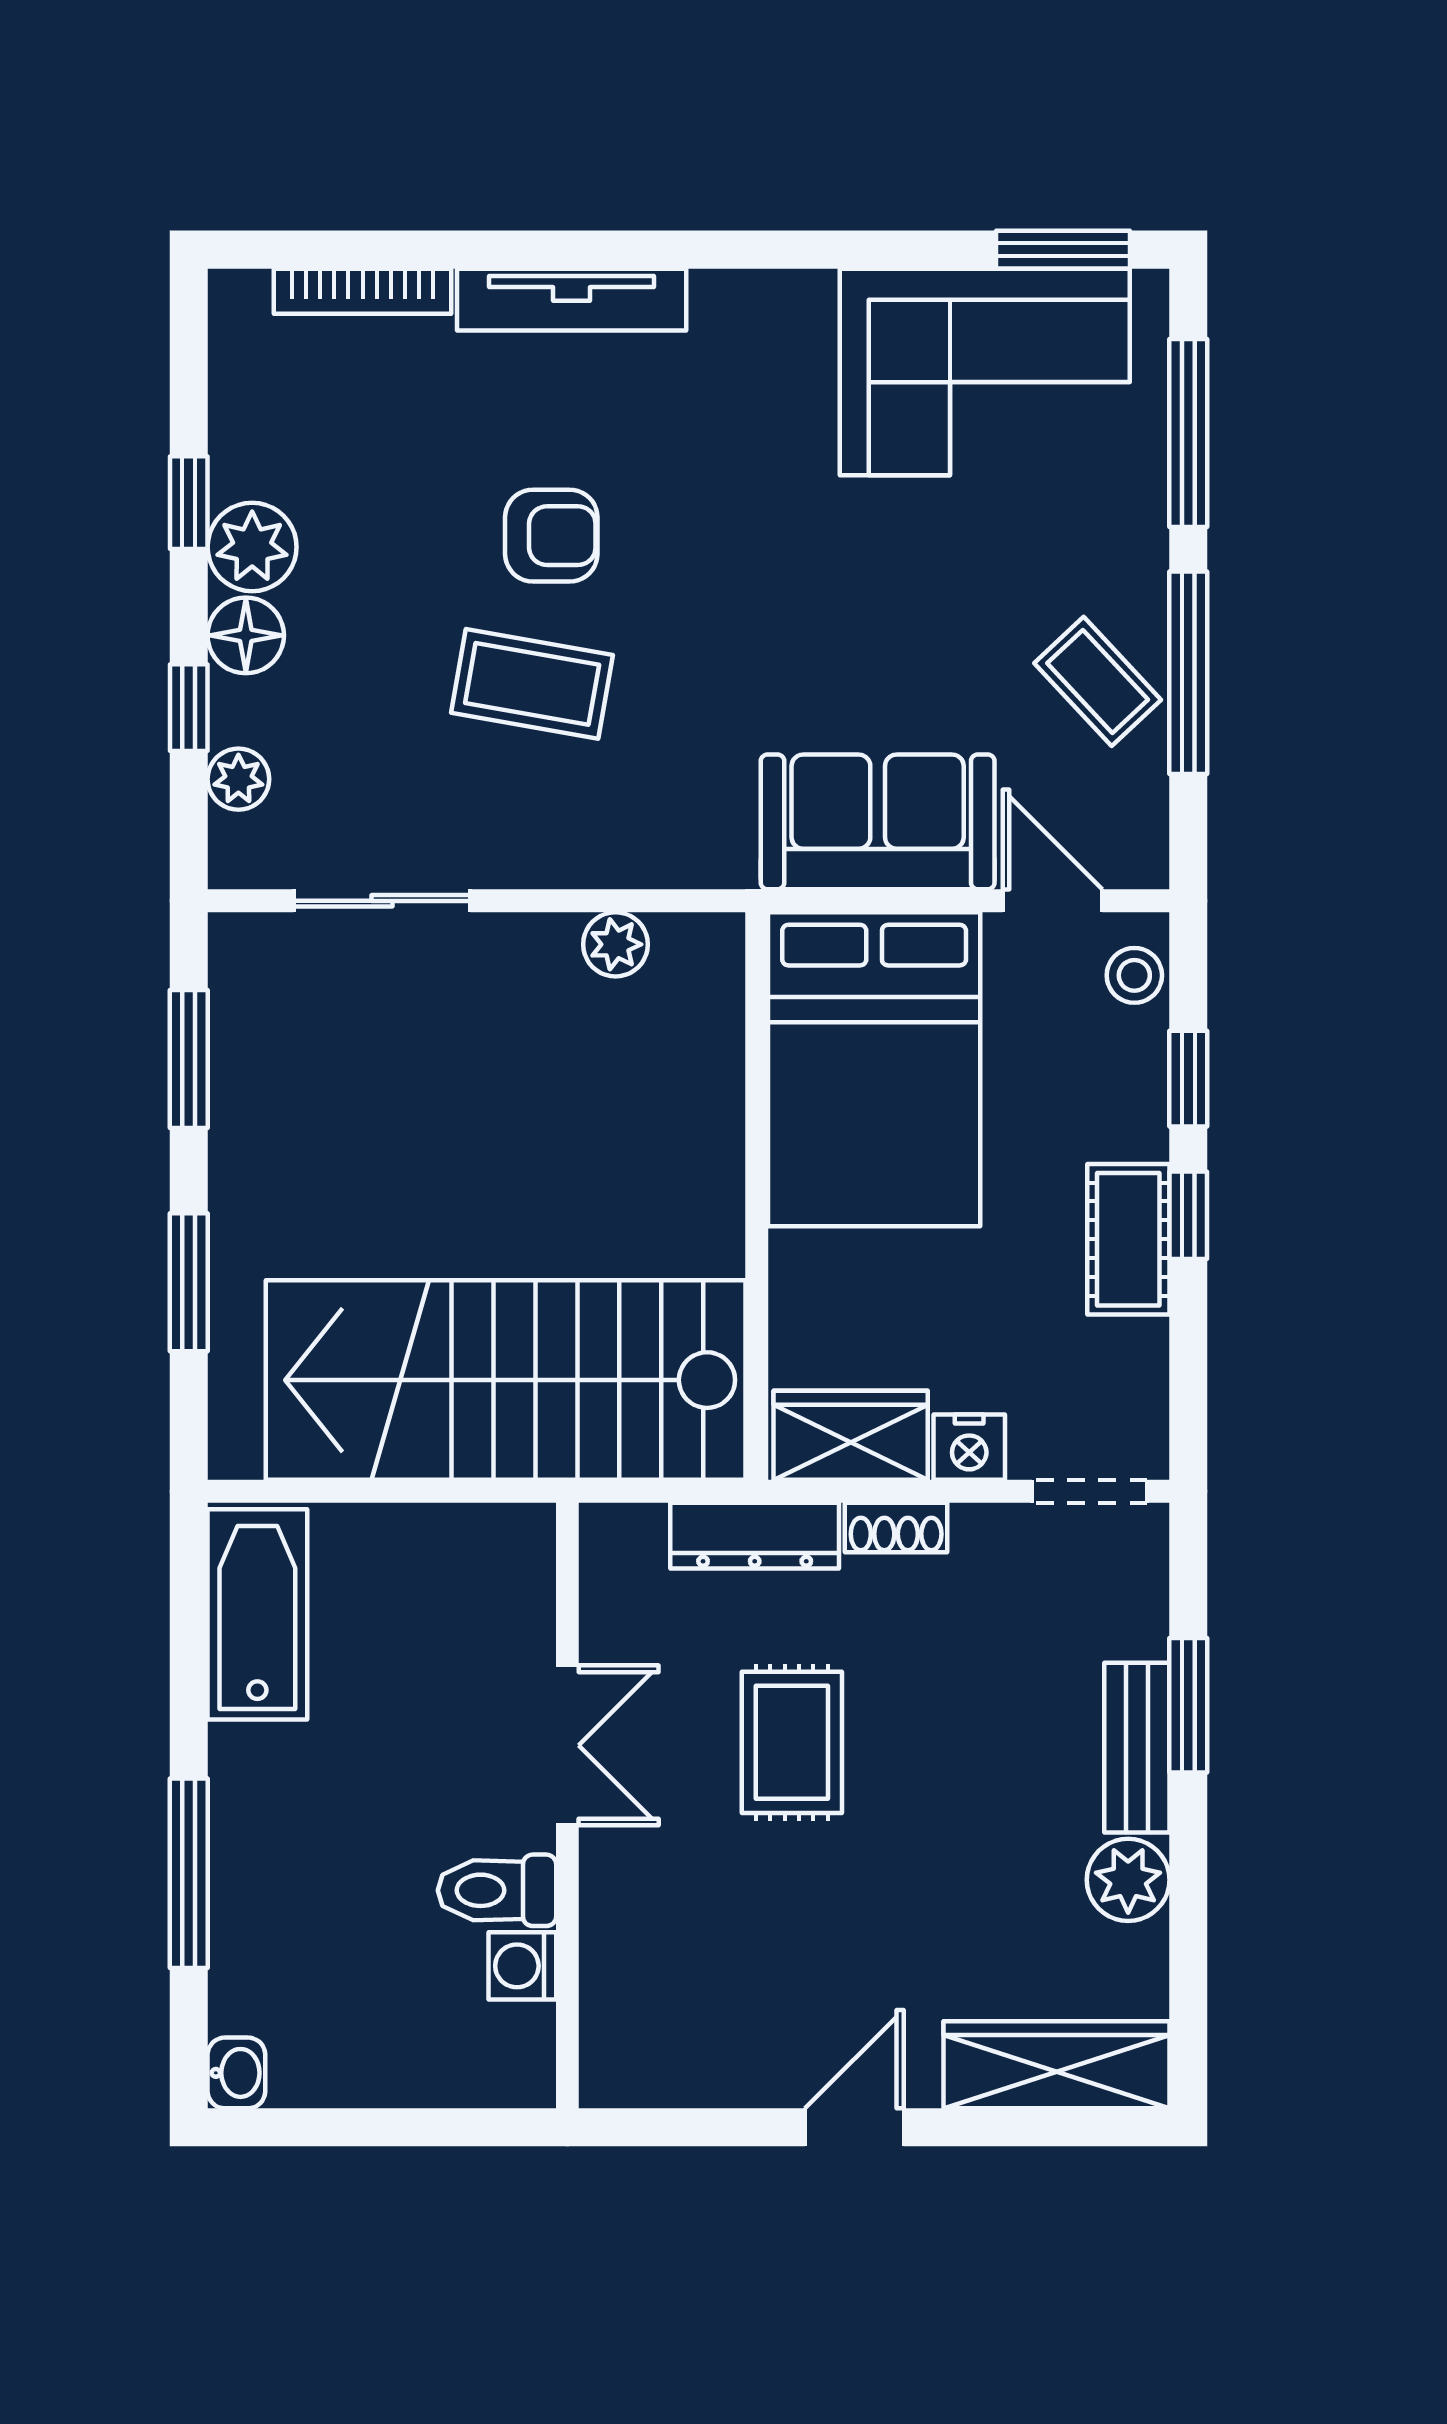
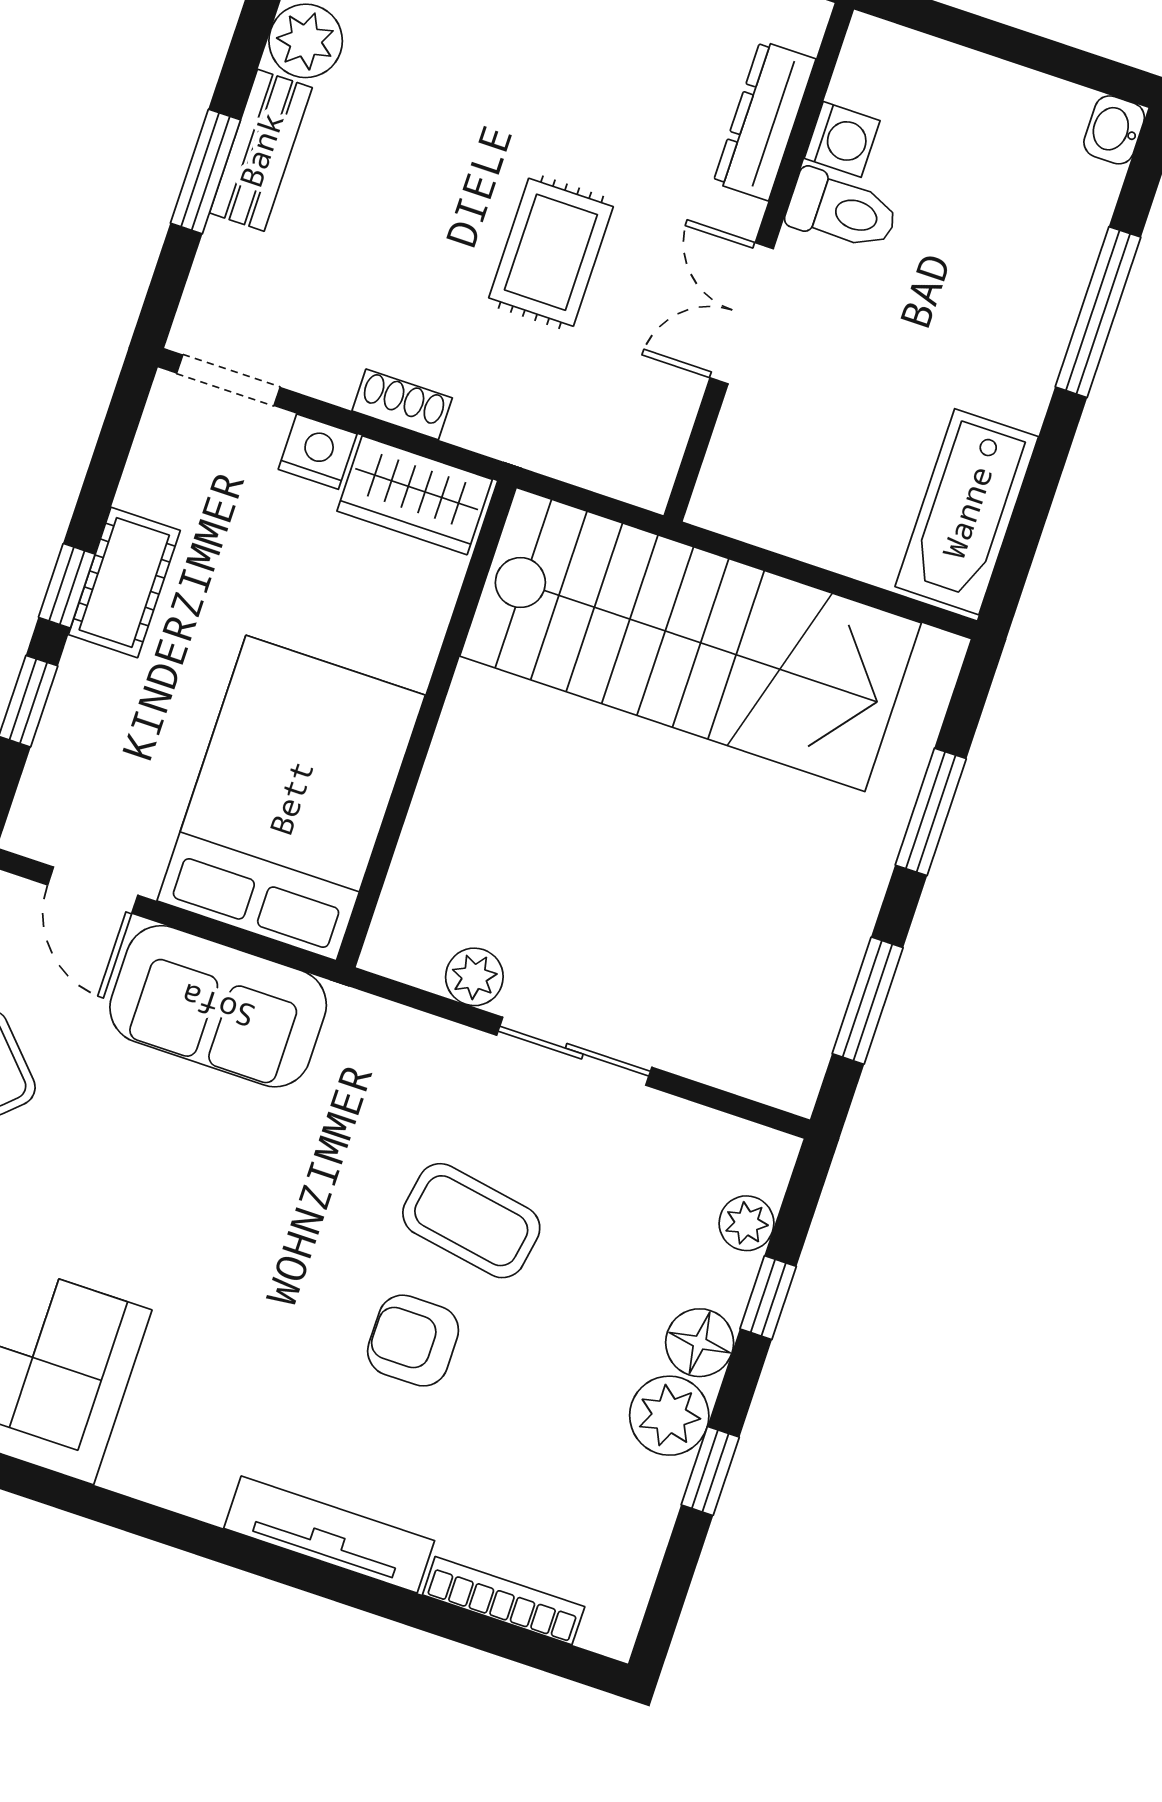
sliding door: (382, 901) -> (574, 1051), moved
stool: (1134, 975) -> (45, 804), removed
dresser: (755, 1536) -> (764, 121), moved, turned -90

